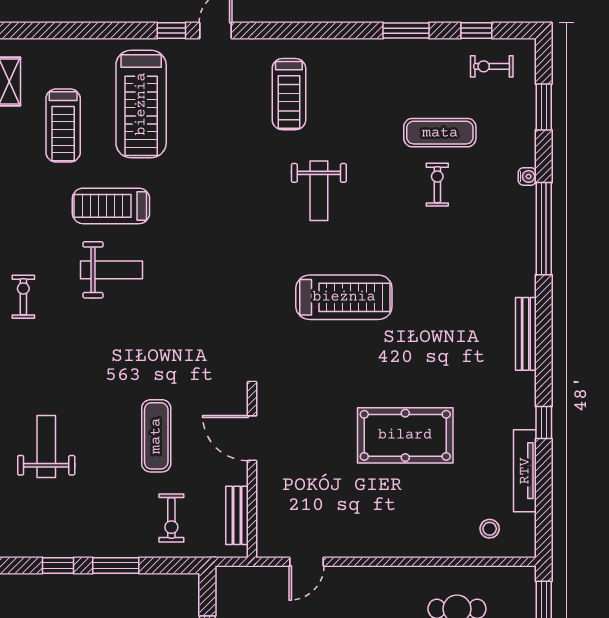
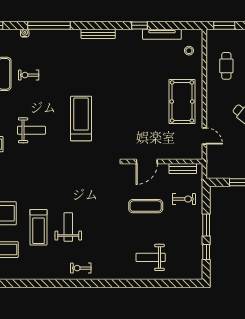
pool table: (405, 435) -> (182, 102), moved

